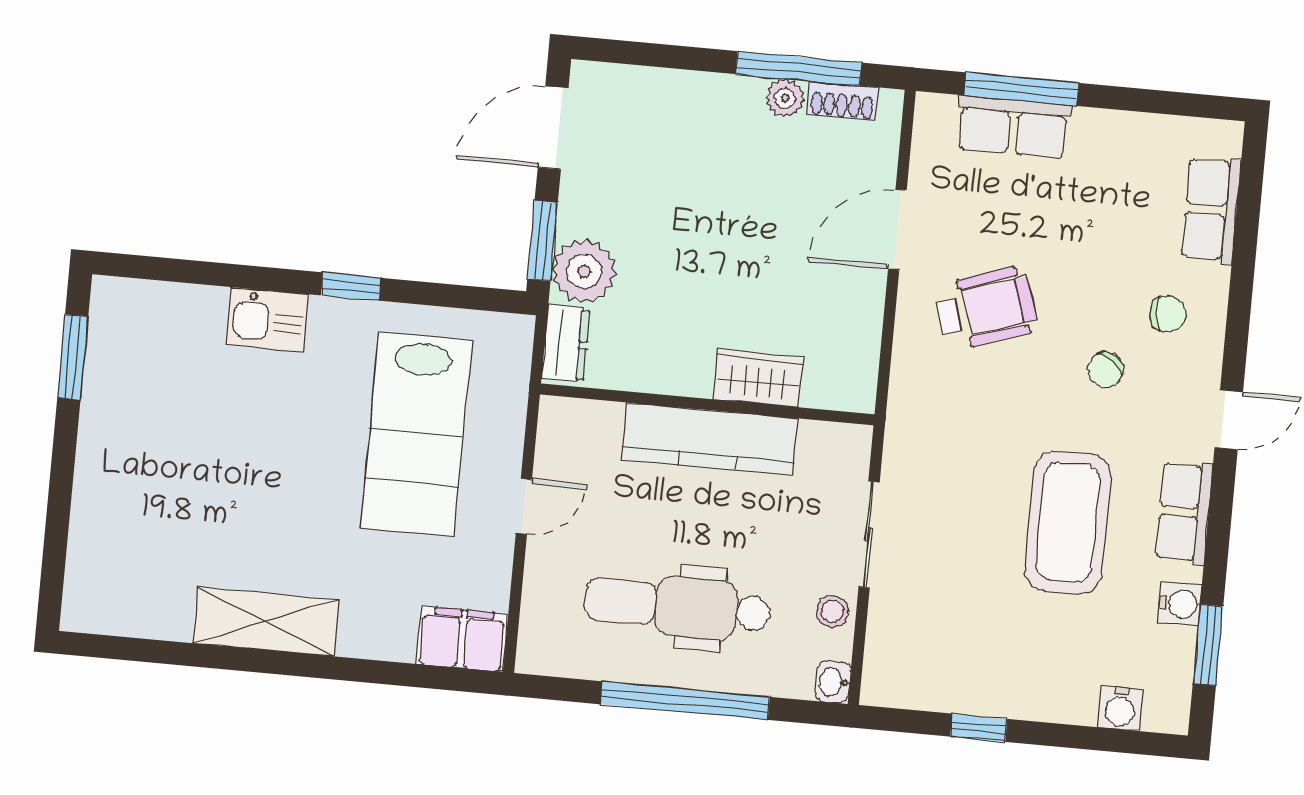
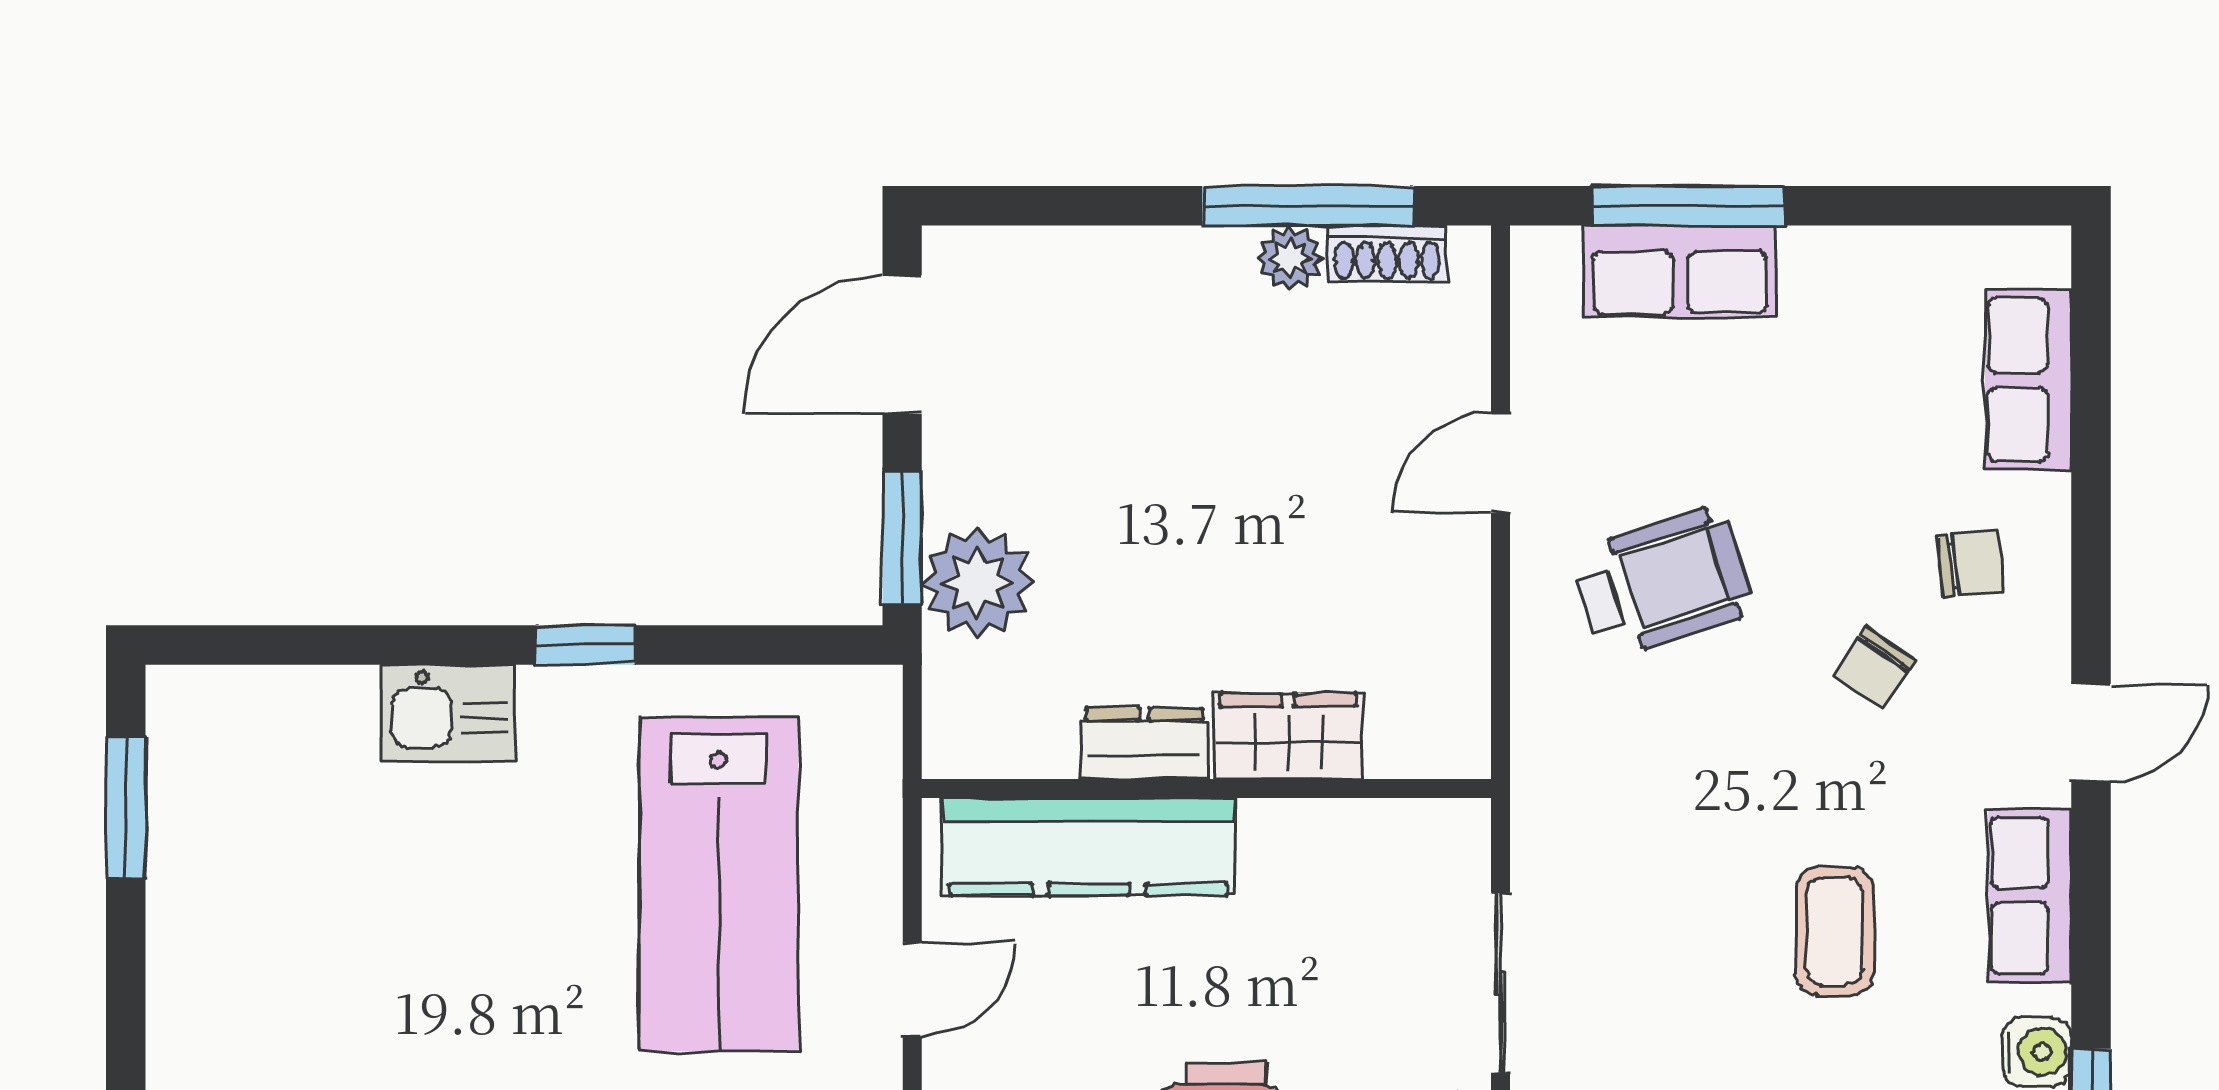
door: (897, 230) -> (1501, 463), width x0.73
dresser: (566, 343) -> (1145, 743), moved, turned -90
kitchen counter: (710, 439) -> (1089, 847), moved
coffee table: (1068, 522) -> (1835, 931), width x0.54, depth x0.58

